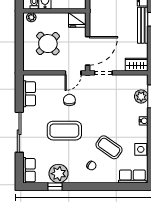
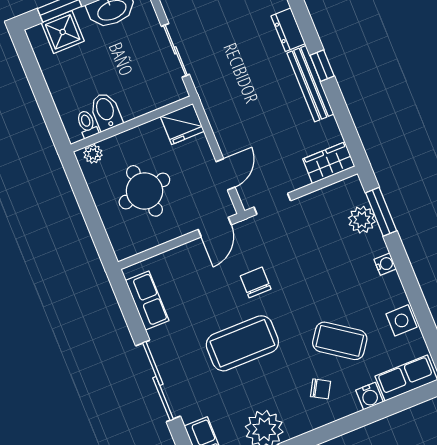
round table: (48, 44) -> (144, 191), turned 35
door: (88, 51) -> (226, 174), width x0.53
chair: (69, 100) -> (256, 282), moved
water cooler: (112, 178) -> (369, 396), added

